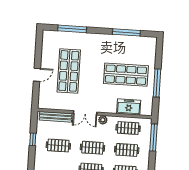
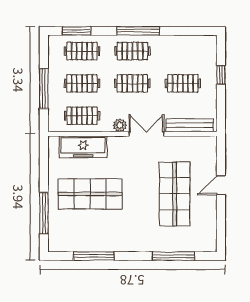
window: (157, 83) -> (44, 213), moved
freezer: (129, 107) -> (83, 147), width x1.40
window: (153, 137) -> (44, 89), moved
window: (33, 139) -> (221, 75), moved

